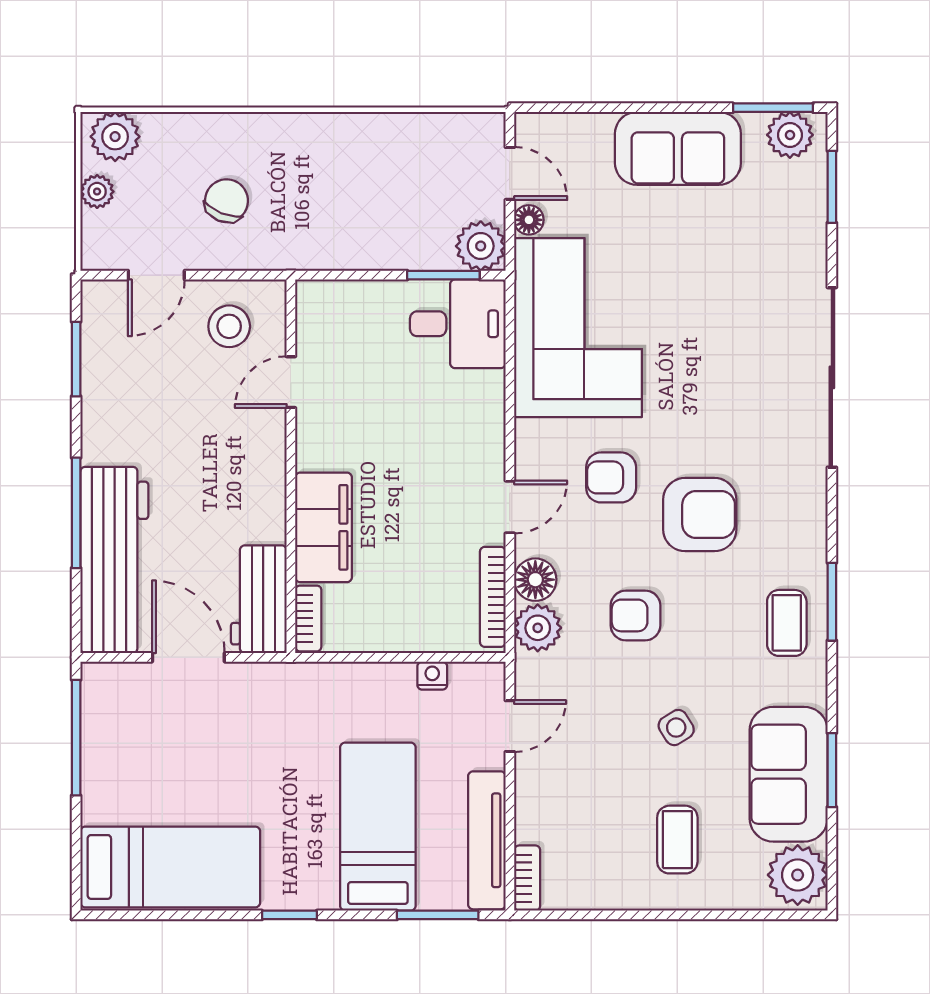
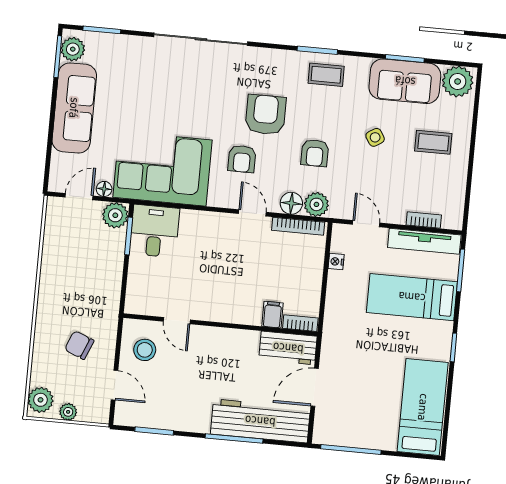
sofa: (678, 148) -> (74, 108), width x1.36
filing cabinet: (324, 527) -> (272, 315), width x0.33, depth x0.86
bookcase: (527, 878) -> (424, 220), moved

